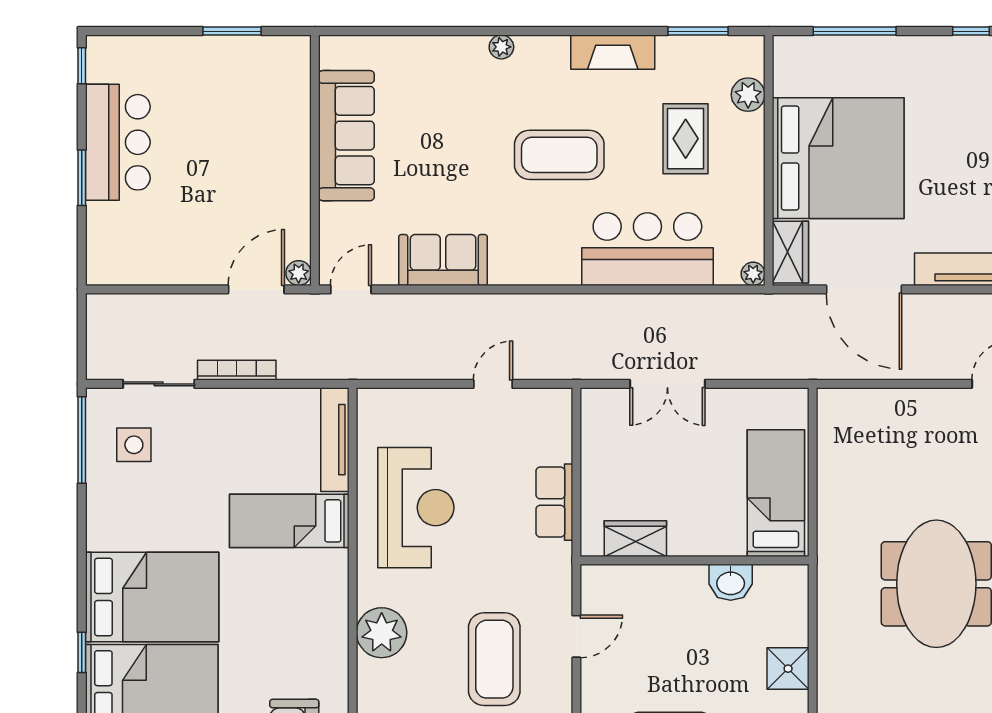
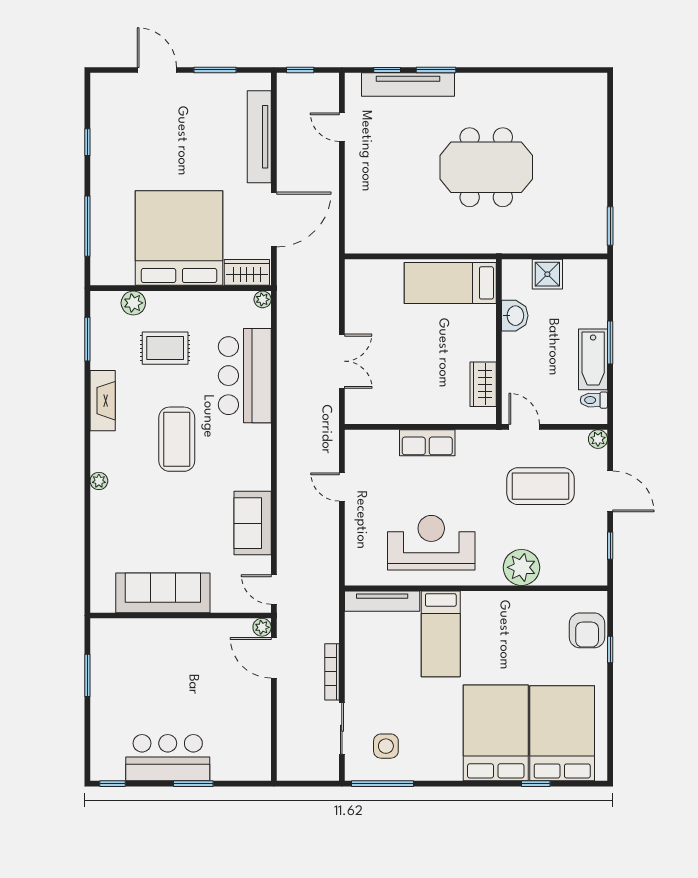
bed: (776, 493) -> (450, 283), moved
wardrobe: (635, 539) -> (483, 384), moved
wall: (695, 560) -> (499, 342), moved
washbasin: (731, 582) -> (515, 316), moved

